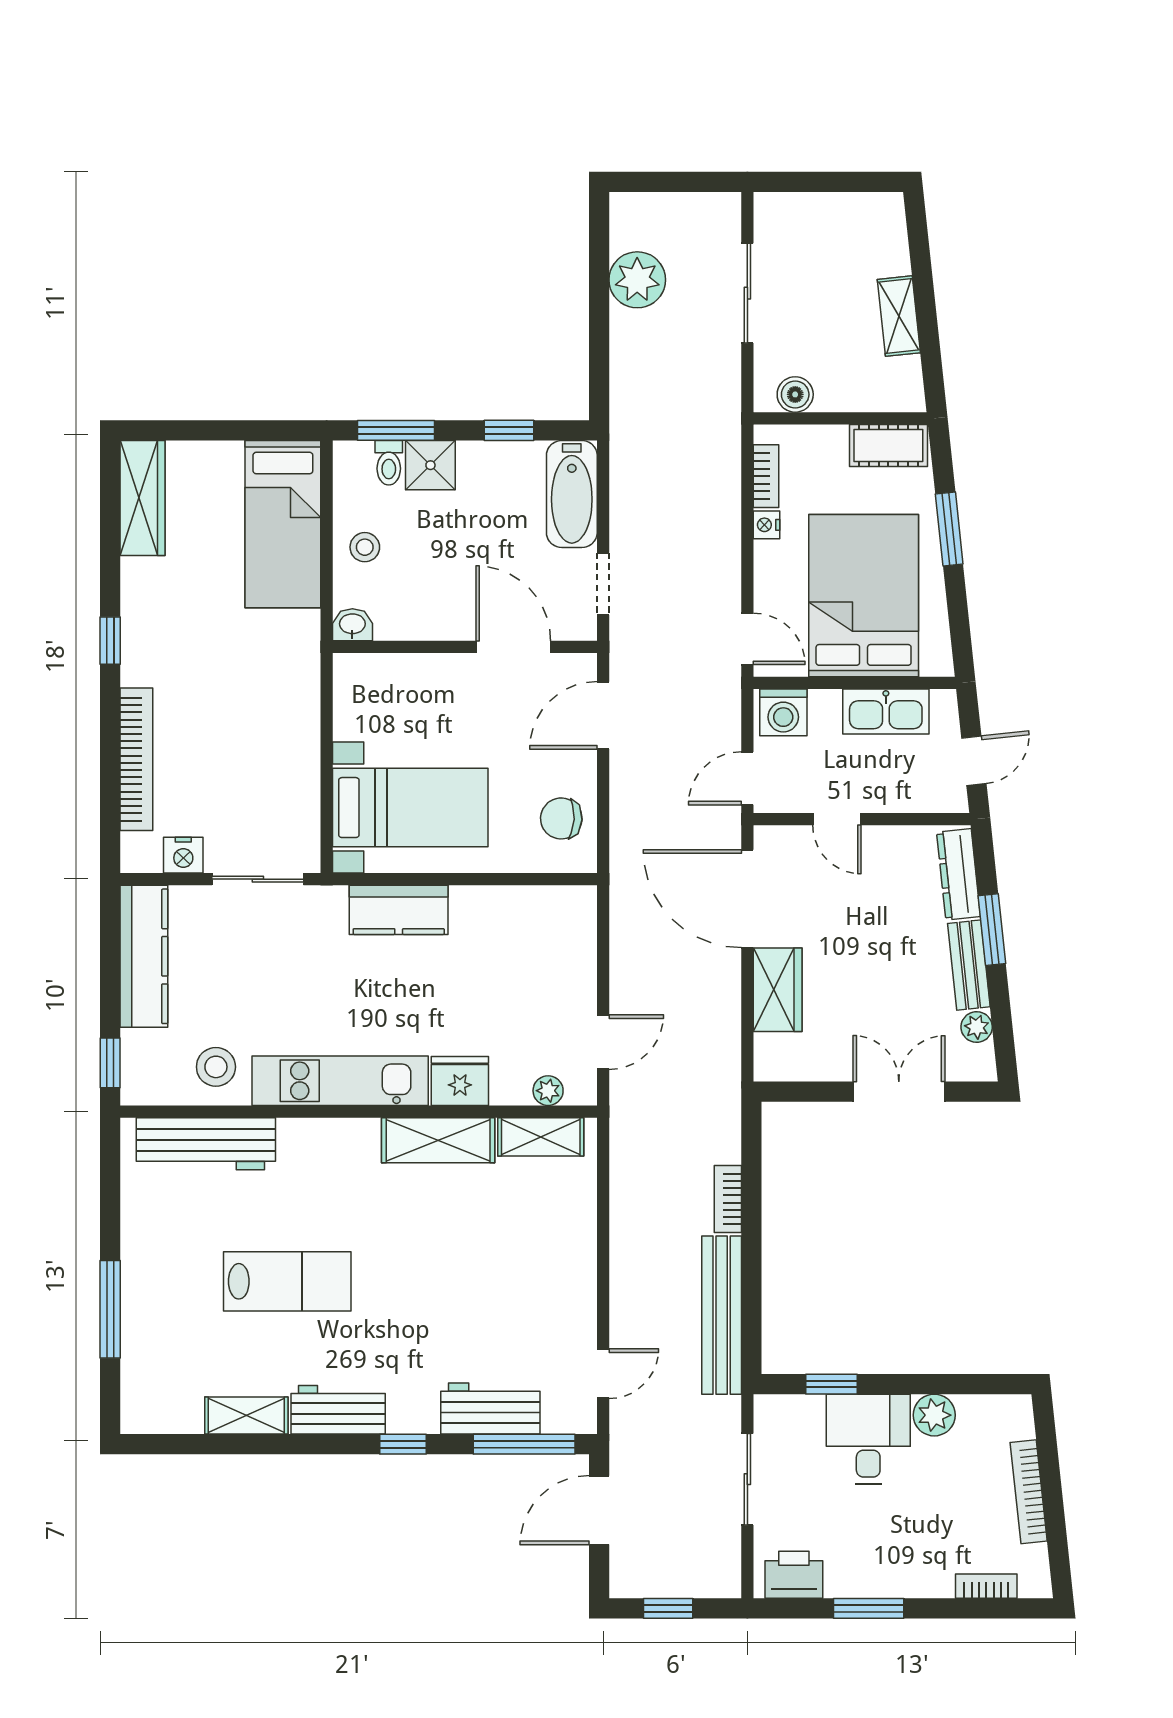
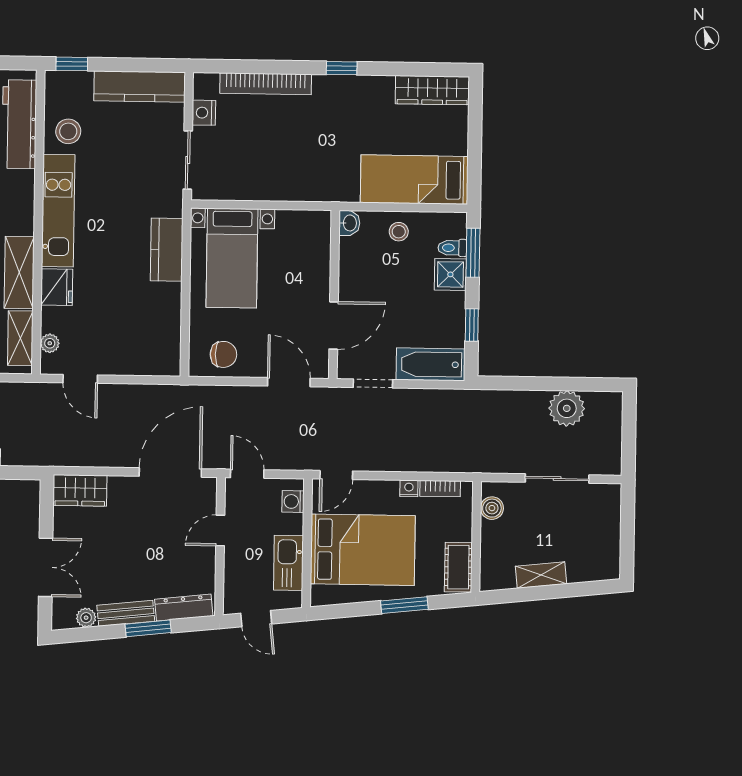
washing machine: (783, 712) -> (293, 501), width x0.73, depth x0.73
chair: (561, 818) -> (223, 354), turned 87
wardrobe: (778, 990) -> (80, 490), moved

